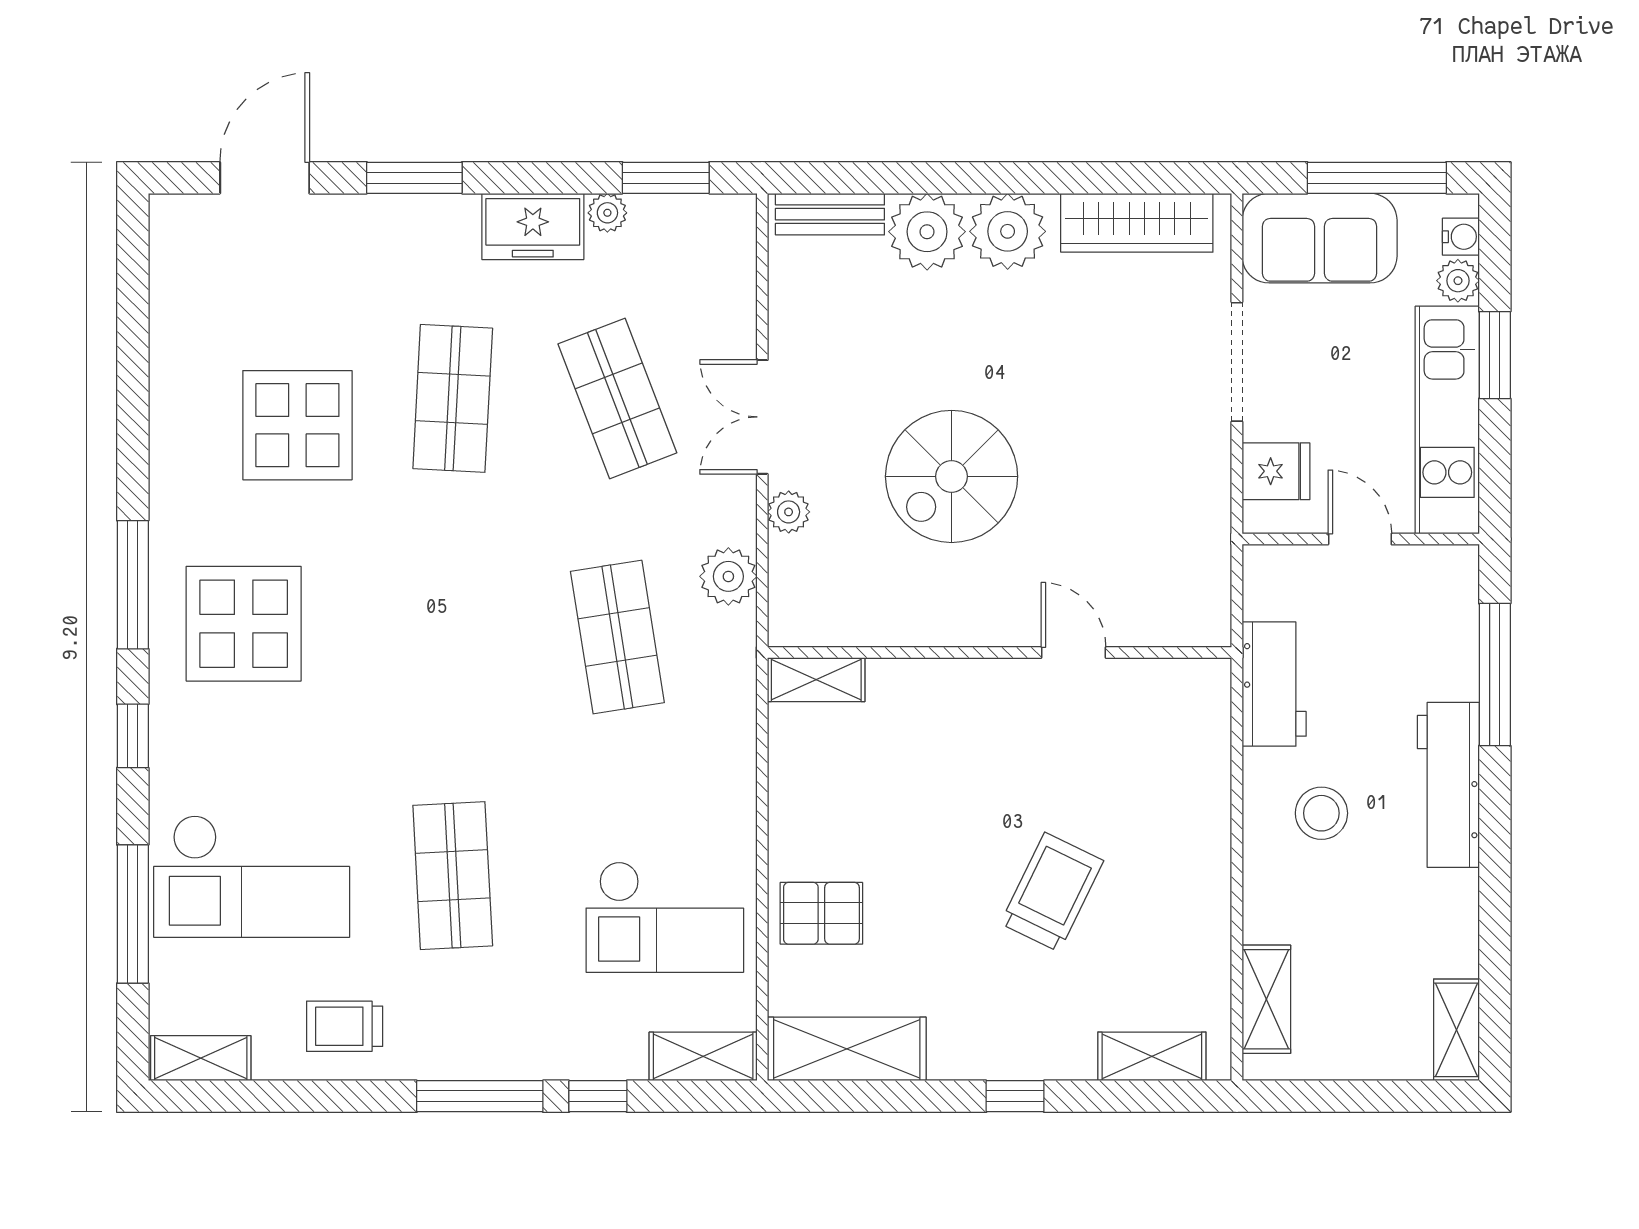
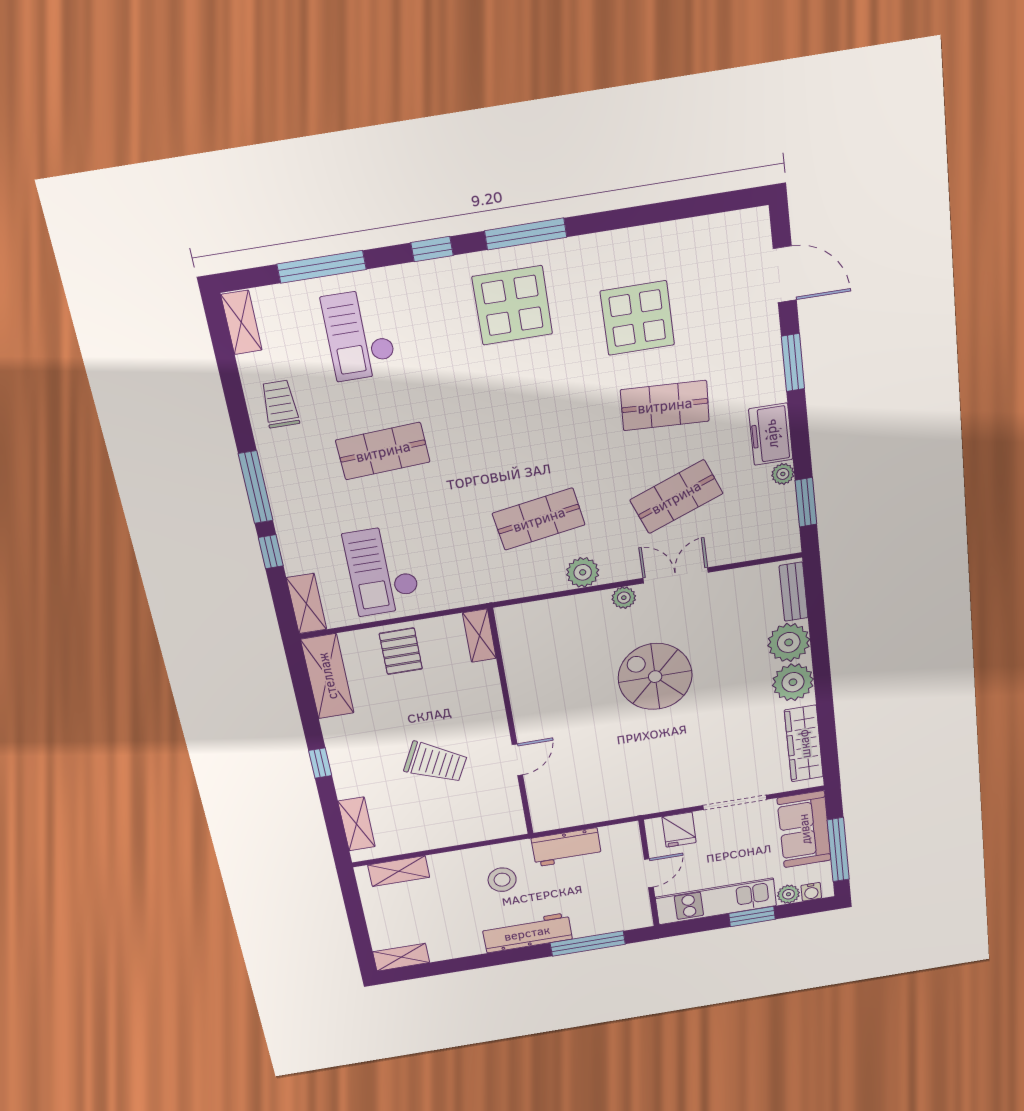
wall: (1000, 652) -> (511, 724), moved
door: (1073, 652) -> (517, 760), moved
shelving: (816, 680) -> (479, 636), moved
checkout: (252, 876) -> (359, 335), width x0.73, depth x0.83

